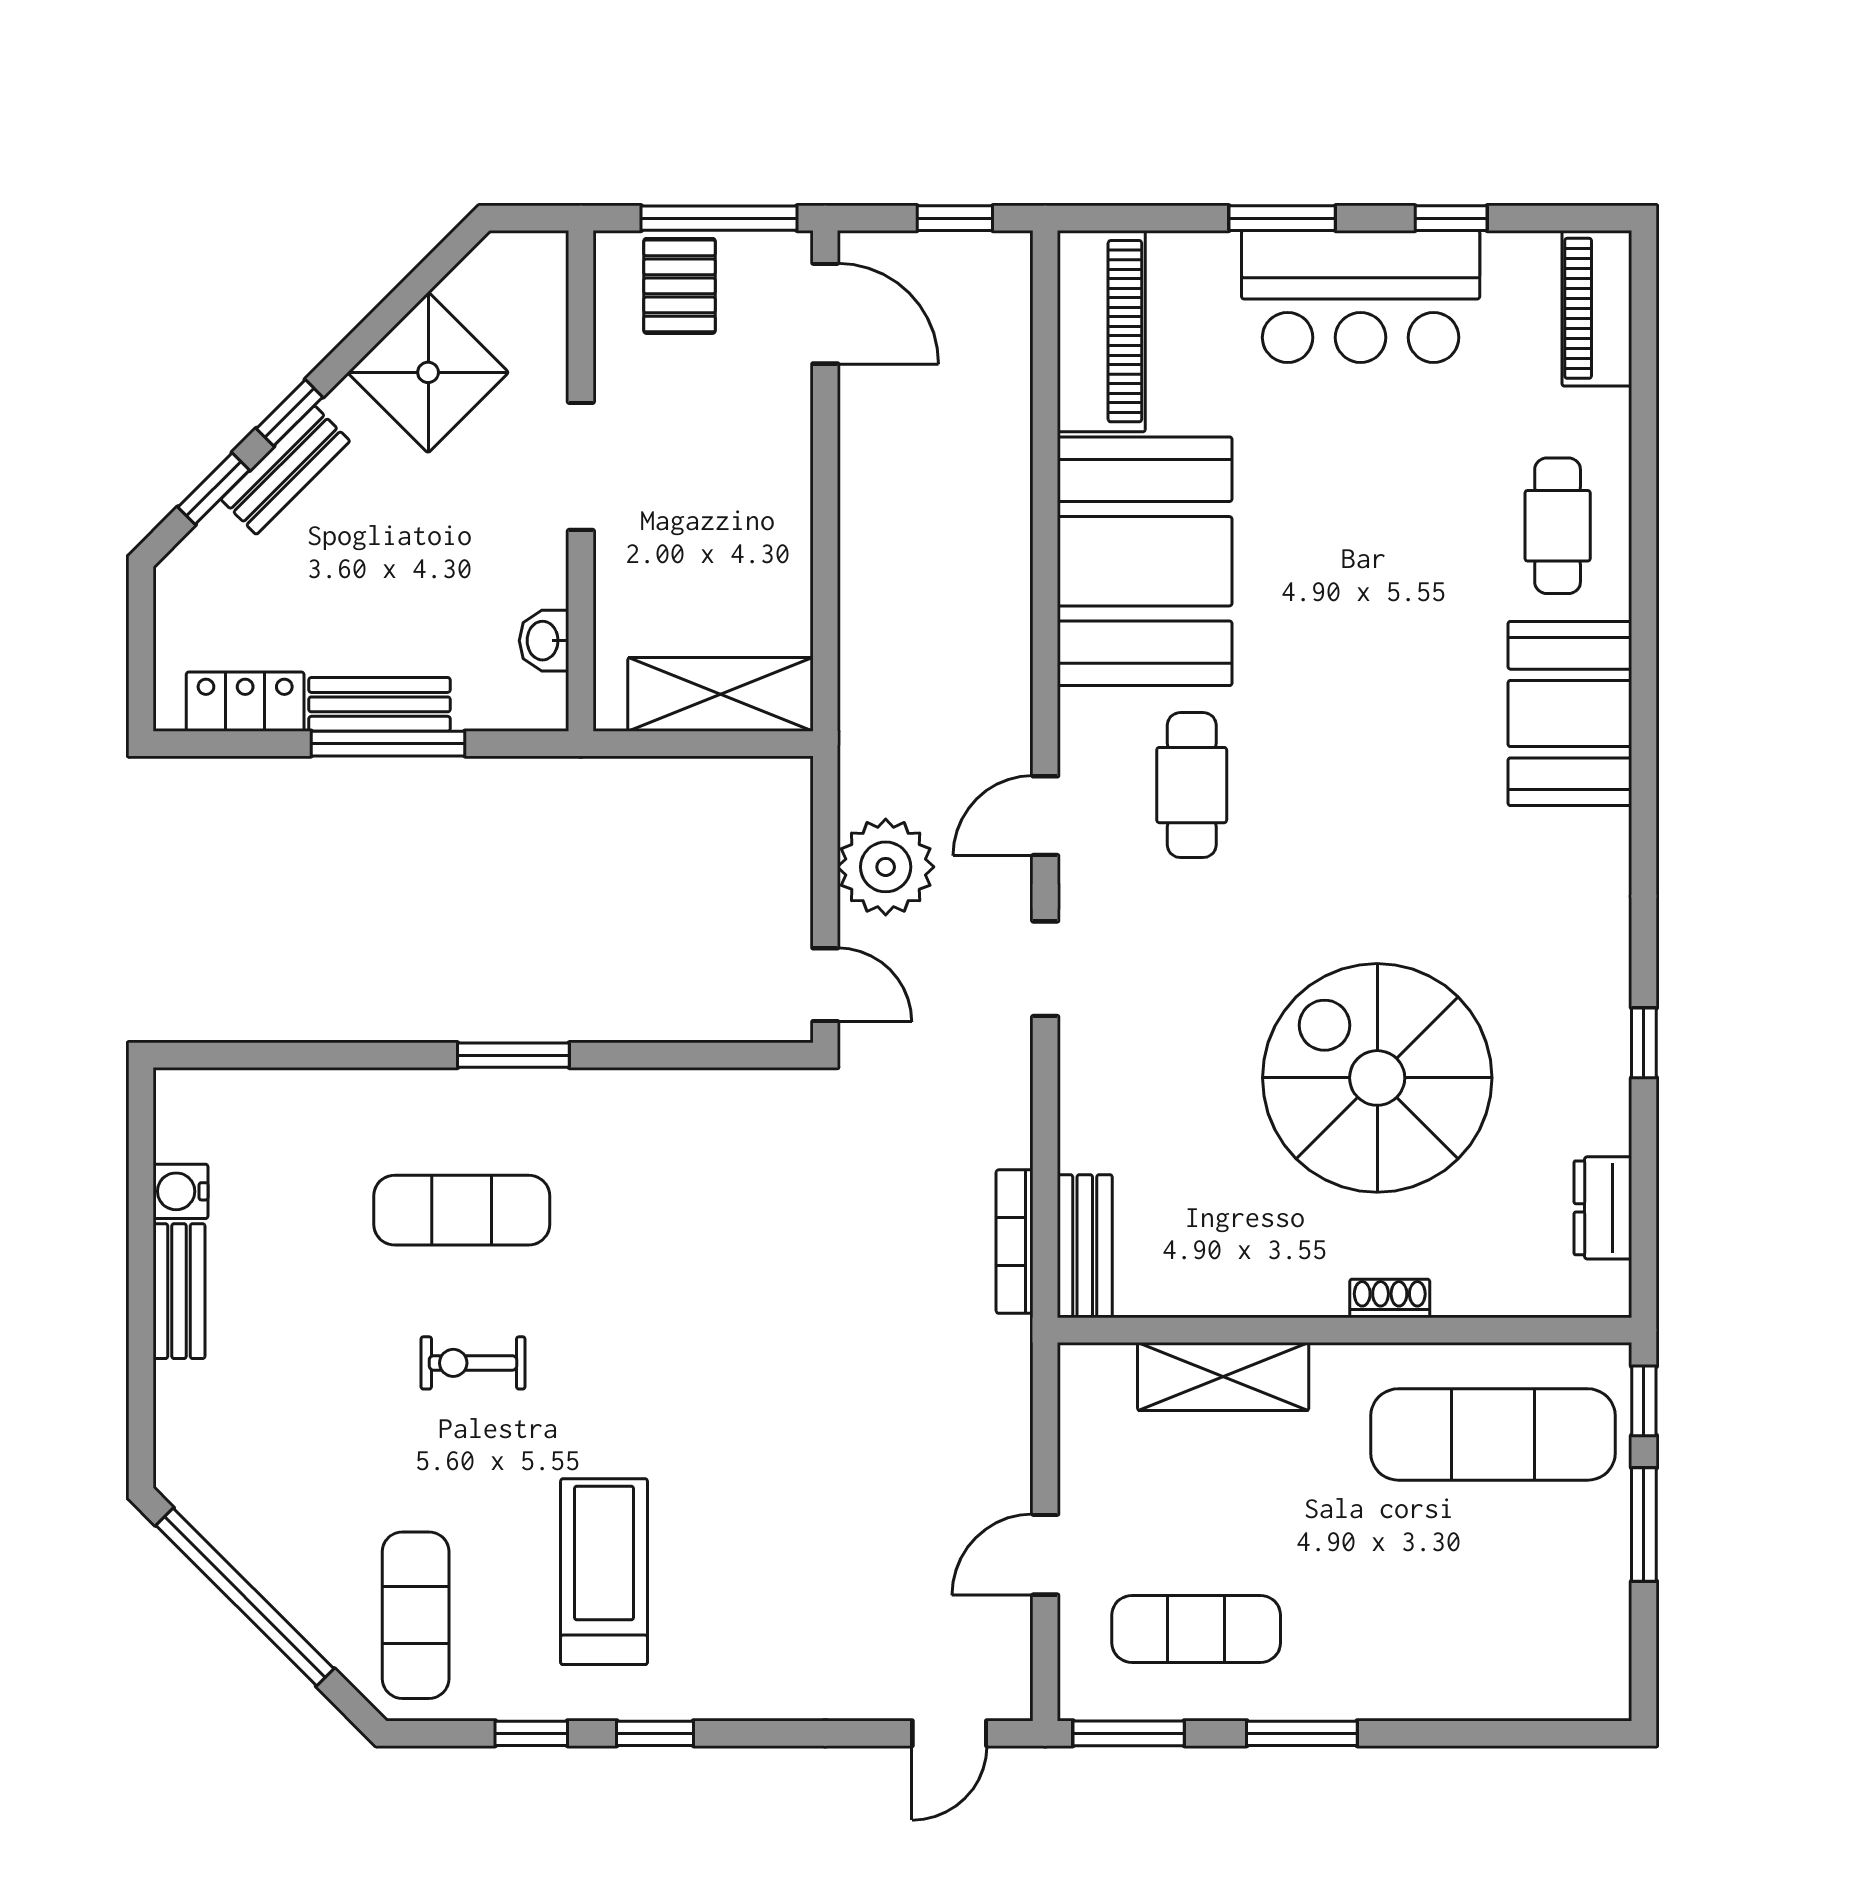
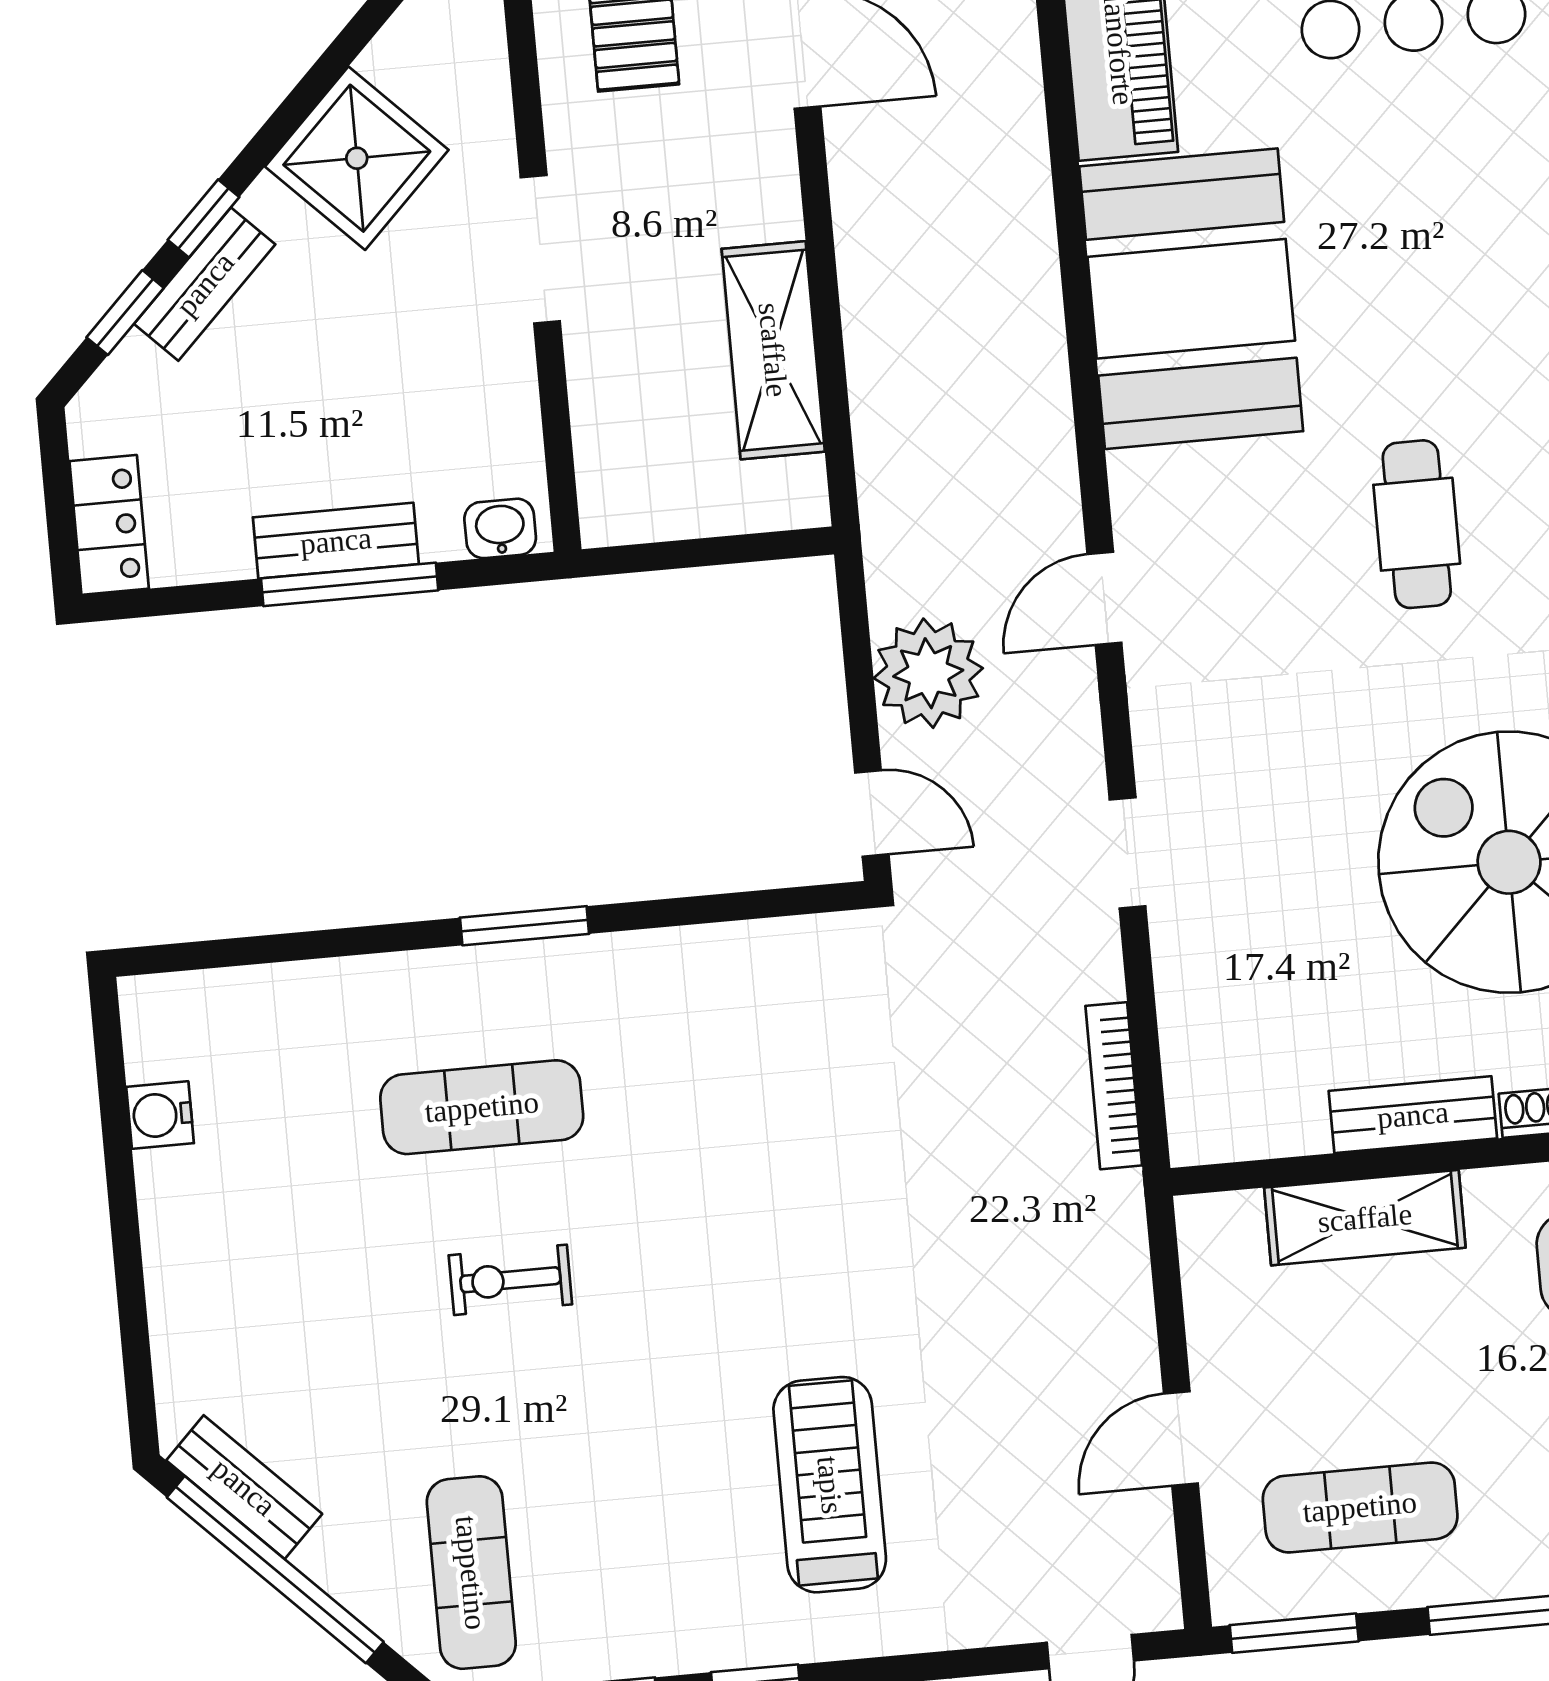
washbasin: (544, 641) -> (500, 528), moved, turned 90
shelving: (720, 694) -> (773, 350), moved, turned 90
locker: (245, 702) -> (109, 525), moved, turned 90
cafe table: (1192, 785) -> (1417, 524), moved
doorway: (1045, 969) -> (1128, 853), moved
bench: (1085, 1246) -> (1413, 1115), moved, turned 90
bench: (179, 1291) -> (244, 1487), moved, turned -45
treadmill: (604, 1572) -> (830, 1485), moved

